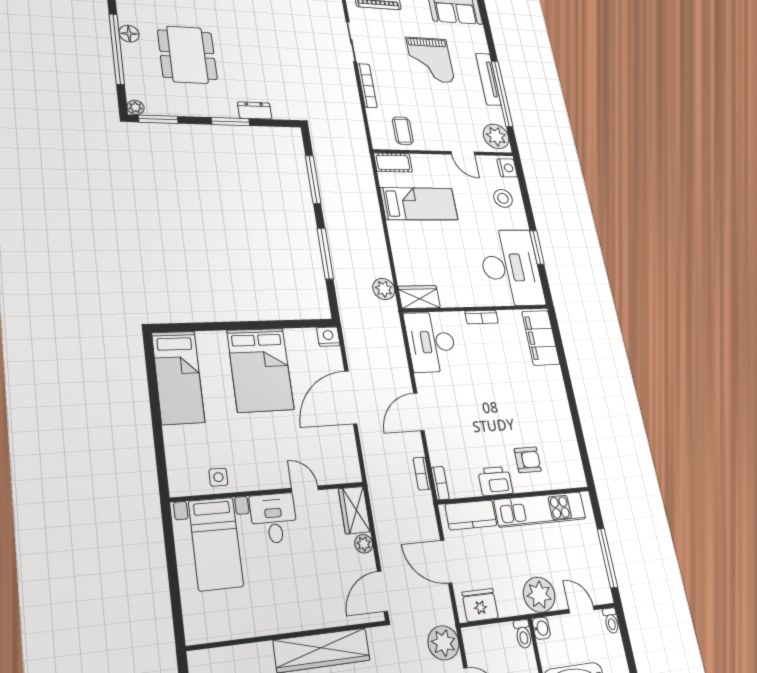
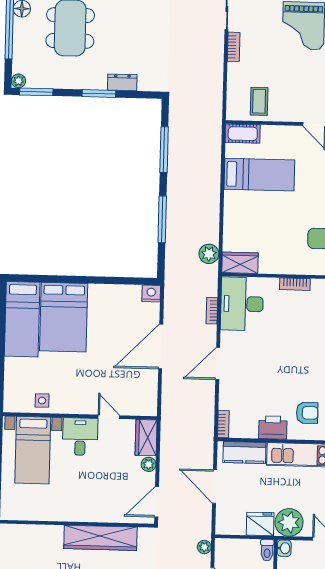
bookcase: (367, 86) -> (234, 47), width x0.64
bed: (260, 370) -> (64, 317), moved
bookcase: (422, 474) -> (212, 311), moved
fridge: (480, 605) -> (260, 524), moved
plant: (443, 643) -> (204, 547), width x0.53, depth x0.53

